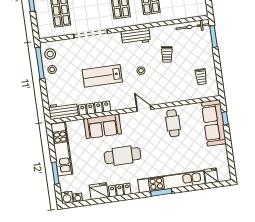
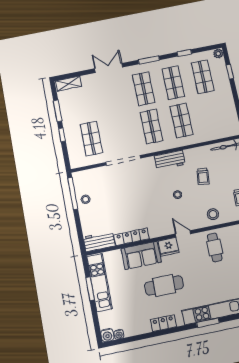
stool: (50, 54) -> (213, 214), moved
lab bench: (102, 76) -> (138, 203), removed
window: (55, 173) -> (90, 289), moved
fridge: (99, 191) -> (169, 247), moved, turned 180

